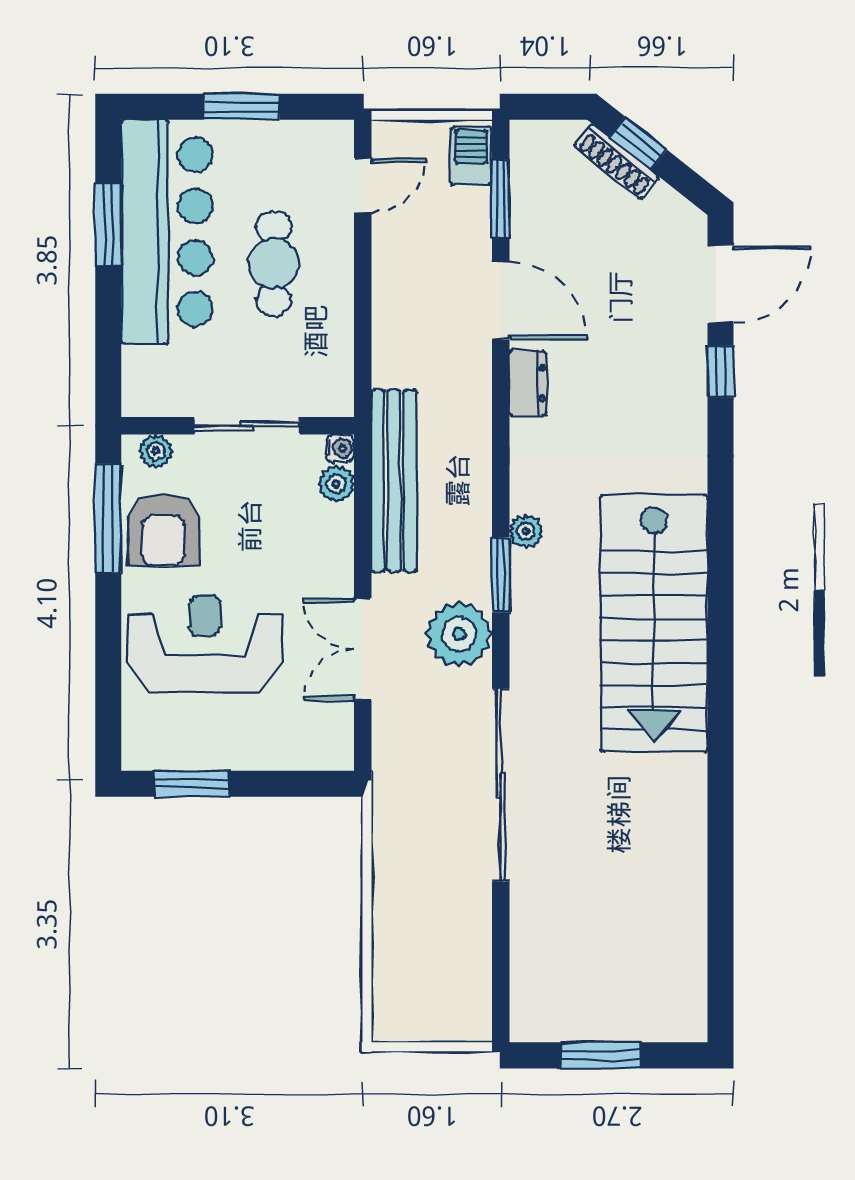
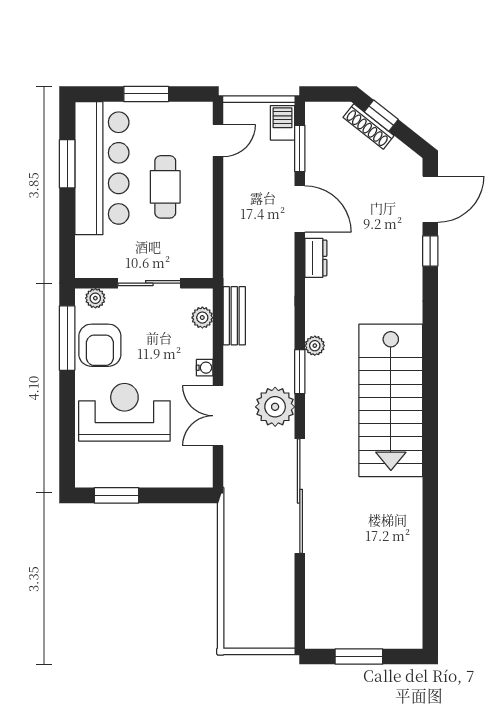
water cooler: (340, 449) -> (205, 368), moved
bench: (394, 481) -> (234, 316), width x0.54, depth x0.82

